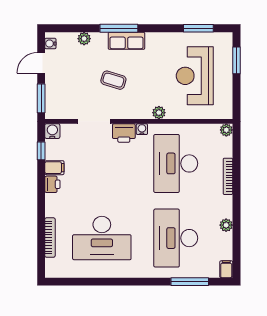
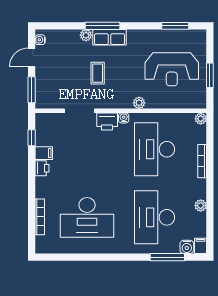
plant: (84, 39) -> (86, 35), moved
window: (236, 60) -> (210, 75), moved
reception desk: (195, 76) -> (172, 69), turned -90
coffee table: (113, 80) -> (98, 73), turned 73
water cooler: (52, 131) -> (187, 247), moved, turned 180

